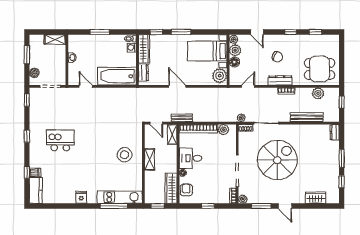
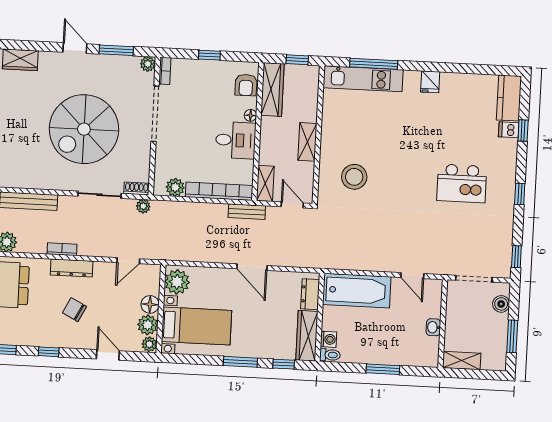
stool: (124, 155) -> (354, 177), moved

